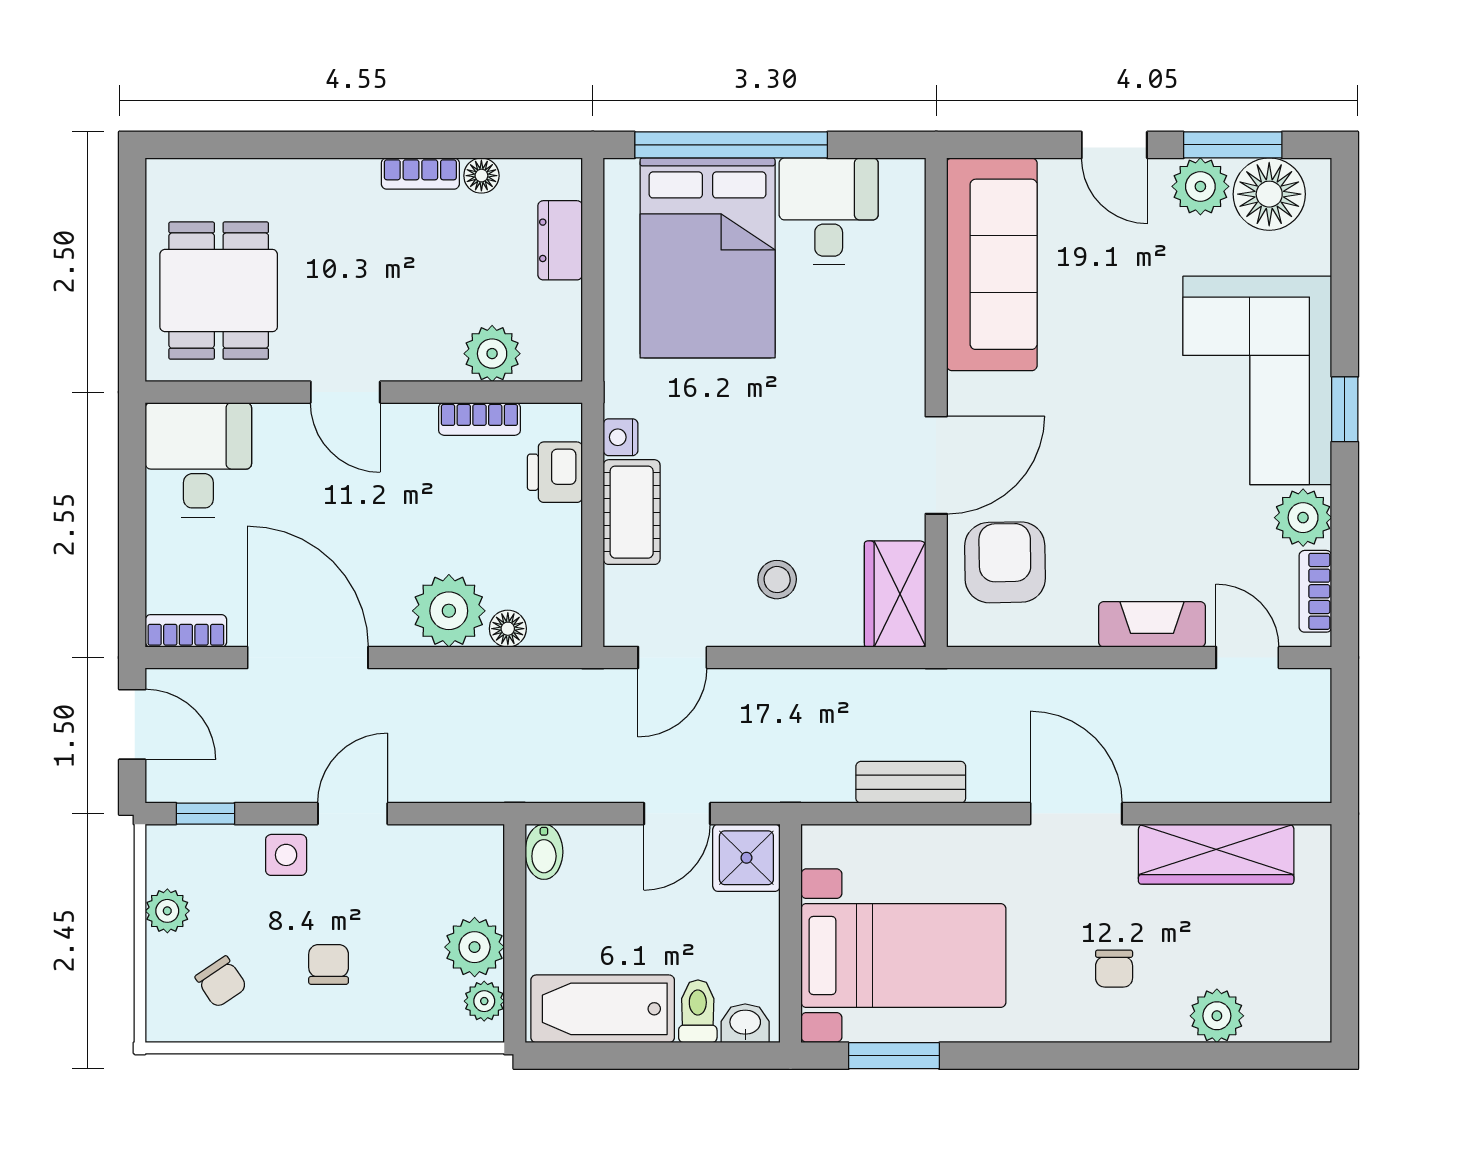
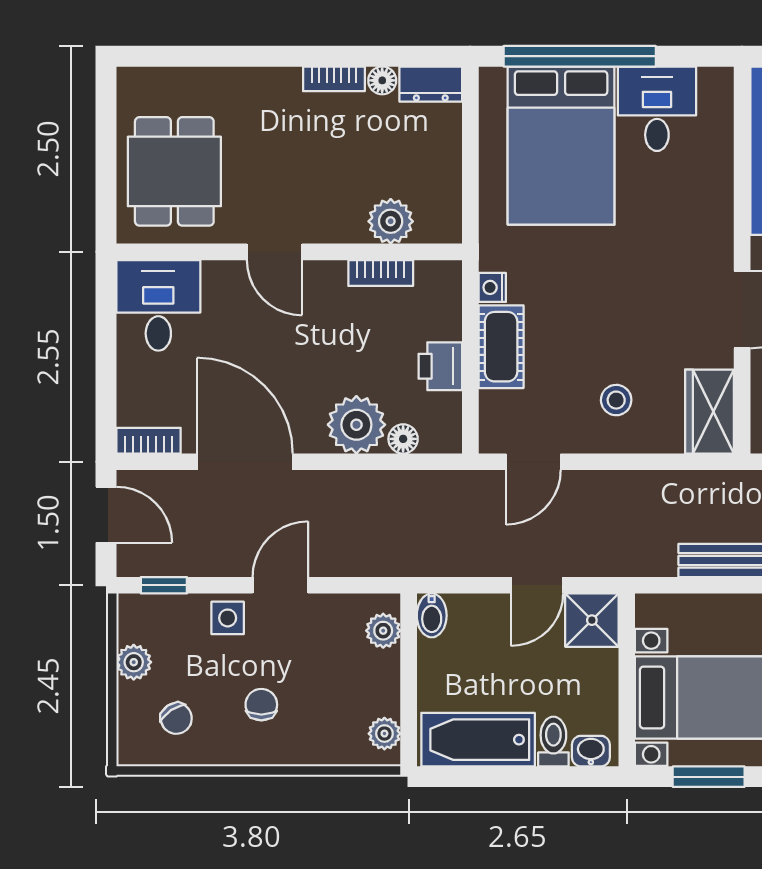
dresser: (560, 240) -> (431, 84), moved, turned -90
printer: (555, 472) -> (440, 366), moved
plant: (475, 947) -> (383, 631), moved, width x0.73, depth x0.73

